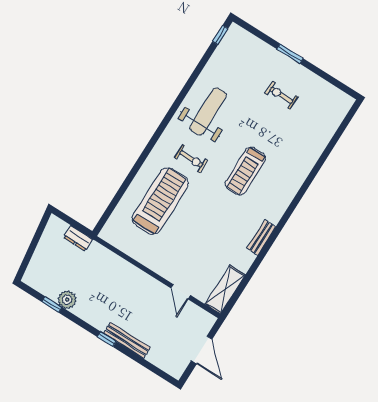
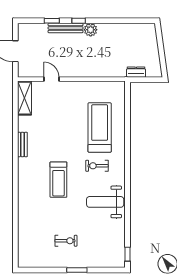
weight bench: (208, 111) -> (105, 202), turned 90
treadmill: (246, 171) -> (58, 180), turned 180
treadmill: (160, 201) -> (100, 127), turned 180
plant: (67, 300) -> (91, 30), moved
window: (52, 304) -> (52, 21), moved

